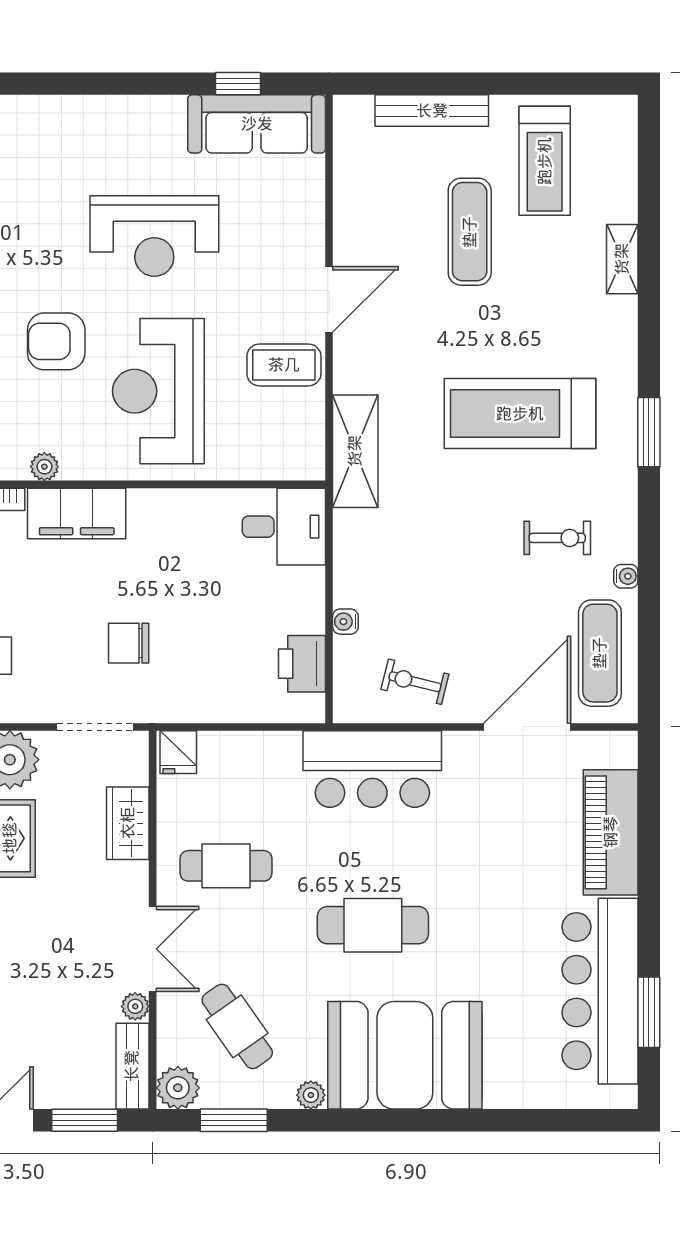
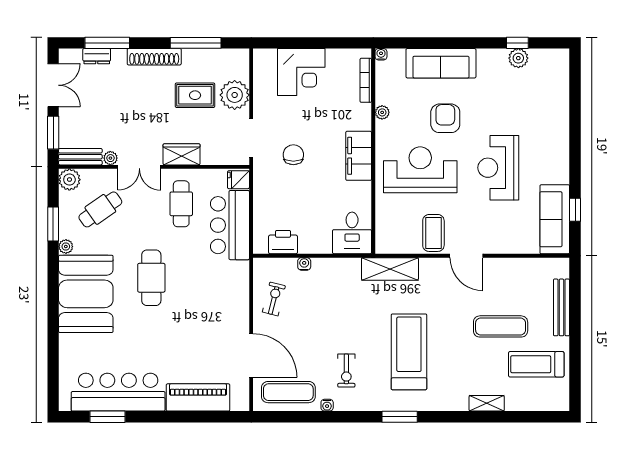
filing cabinet: (77, 513) -> (359, 156), moved
bar counter: (372, 769) -> (230, 225), moved
wardrobe: (128, 823) -> (182, 154), moved
window: (234, 1120) -> (53, 224), moved

